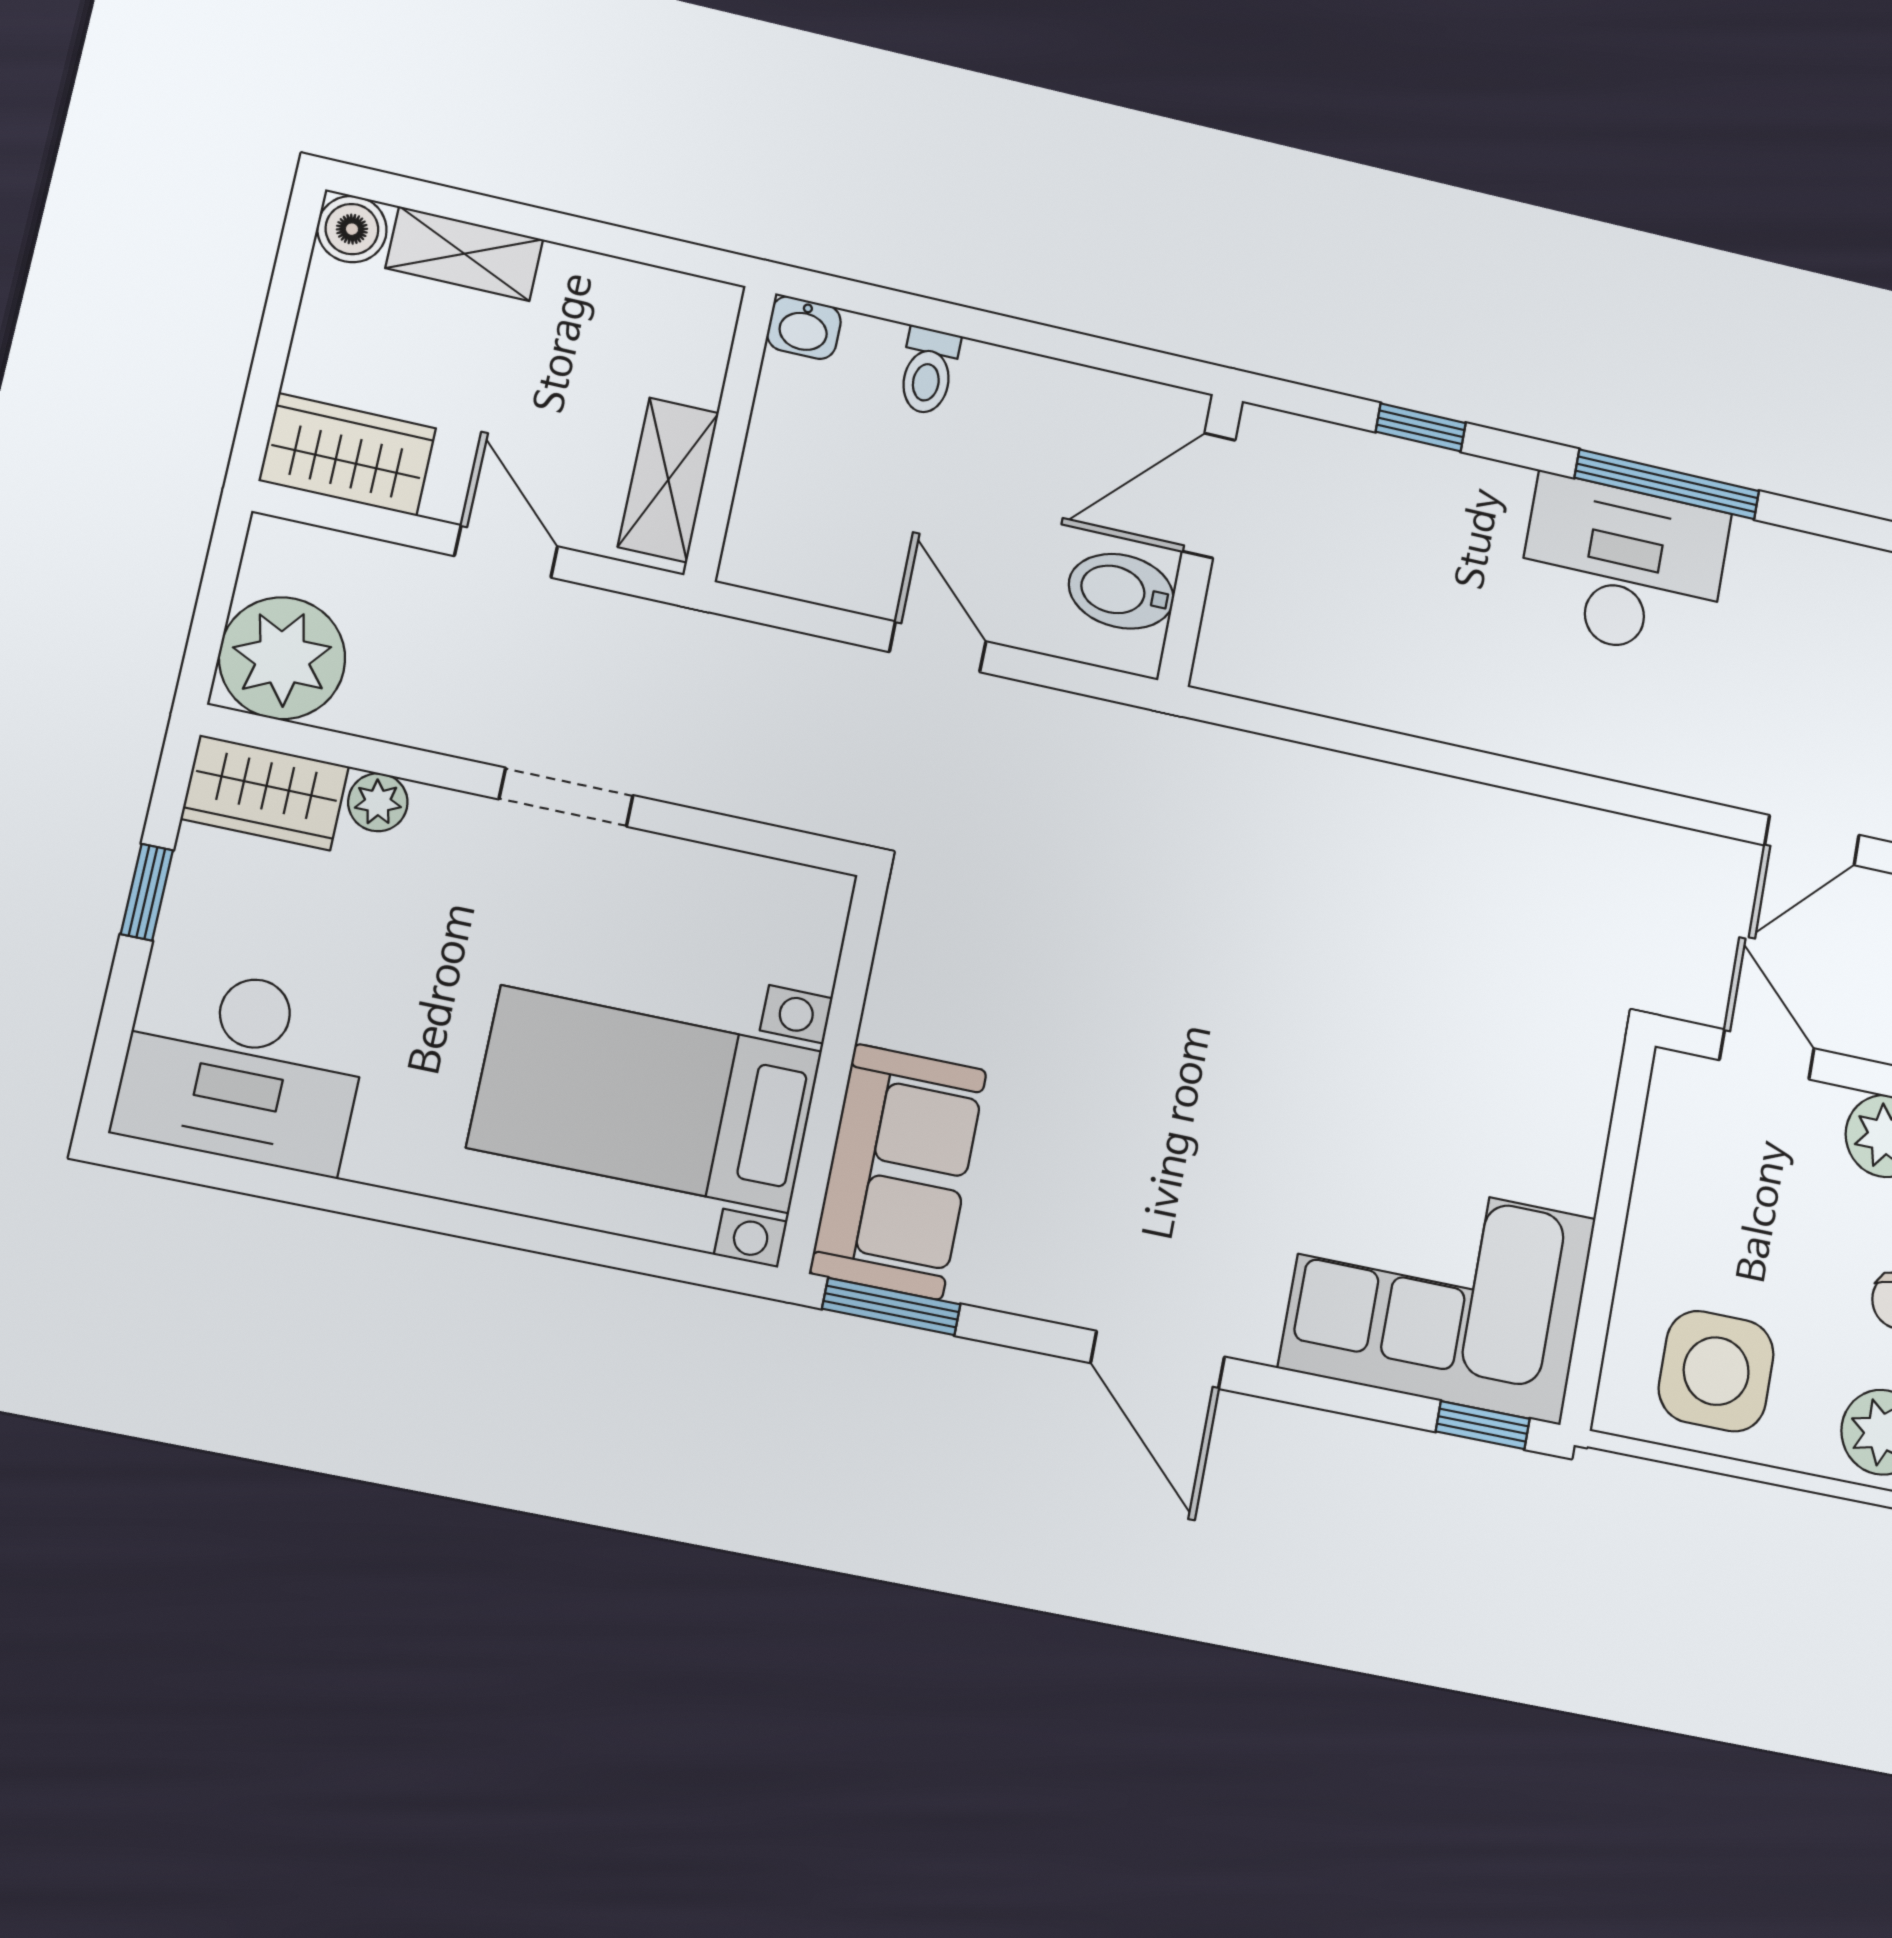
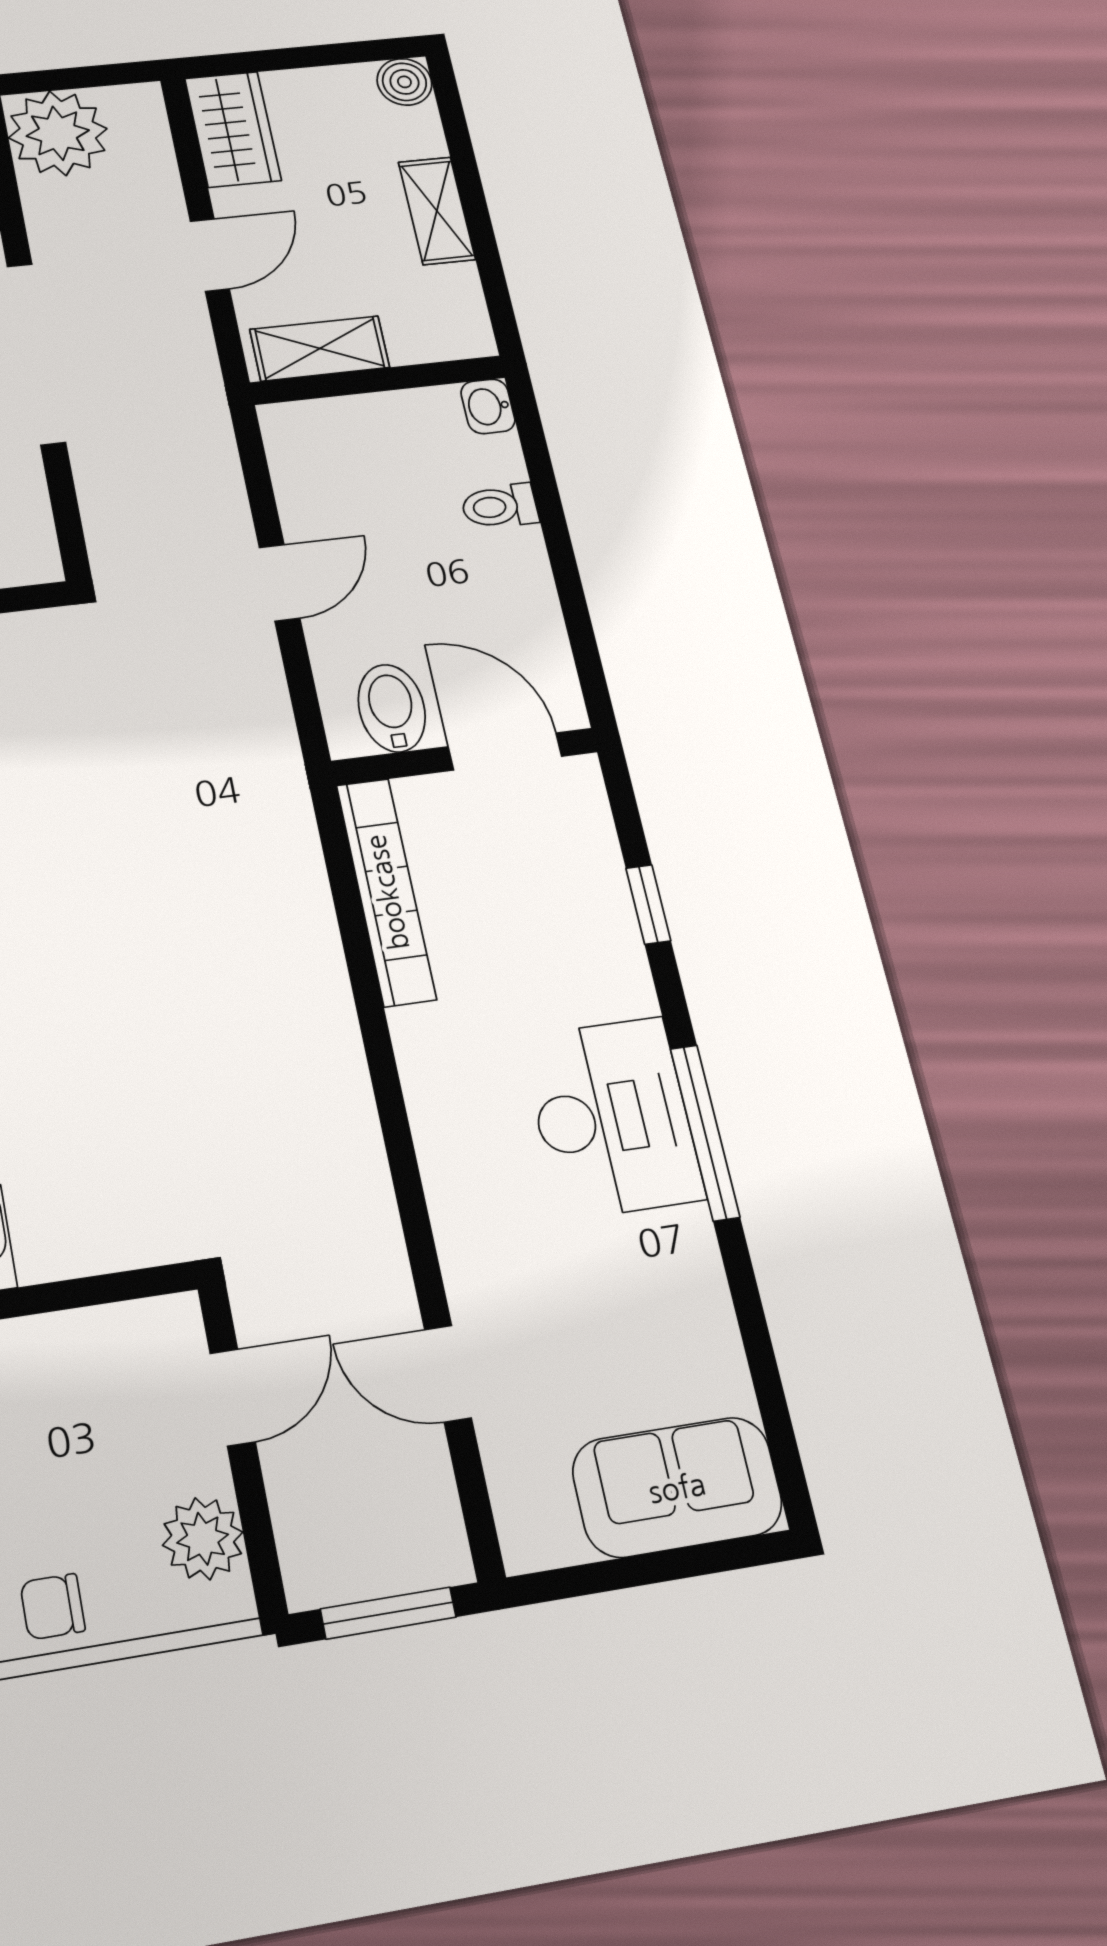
shelving: (464, 254) -> (437, 211), moved
bookcase: (1318, 686) -> (386, 892), added
doorway: (566, 797) -> (36, 354), width x1.88

